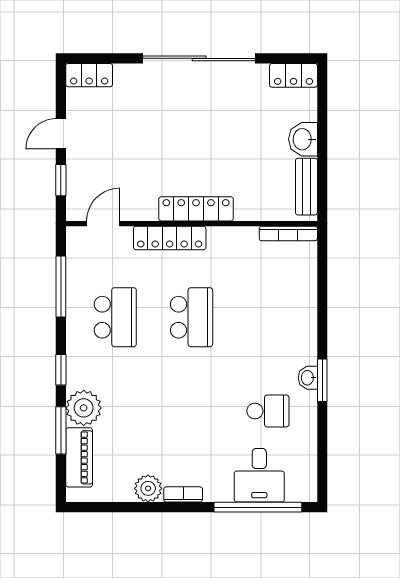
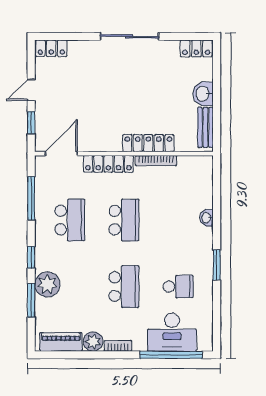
sliding door: (199, 58) -> (129, 36), width x0.73
locker: (196, 209) -> (148, 143), moved
door: (103, 224) -> (61, 154), width x1.38
bookcase: (288, 233) -> (156, 161), moved
washbasin: (308, 378) -> (206, 218), moved
school desk: (192, 411) -> (124, 287), added
piano: (79, 457) -> (61, 342), moved, turned -90
desk: (259, 475) -> (172, 332), width x1.37

